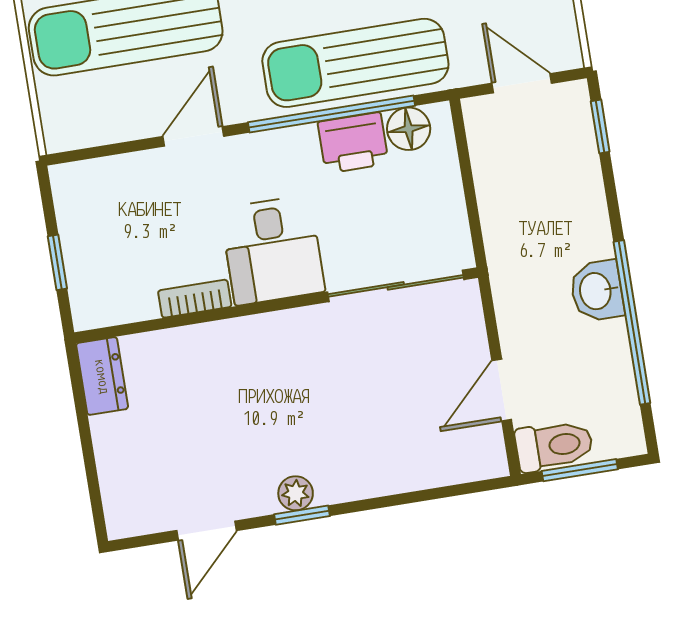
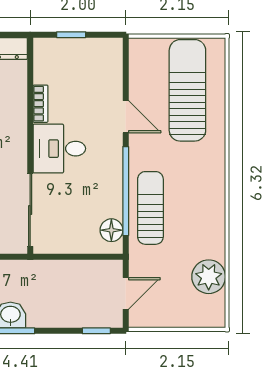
sun lounger: (355, 63) -> (150, 208), width x0.73, depth x0.75
printer: (353, 143) -> (109, 200), removed

